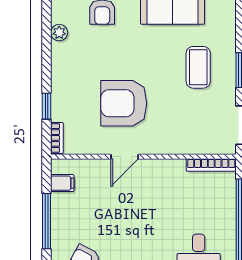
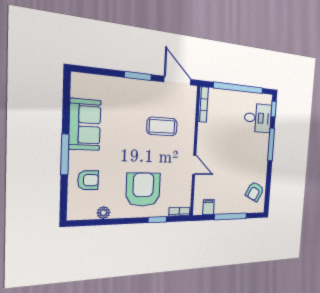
coffee table: (198, 67) -> (162, 126), moved
armchair: (124, 103) -> (143, 190), moved, turned 180

